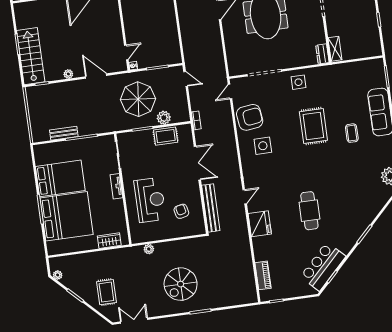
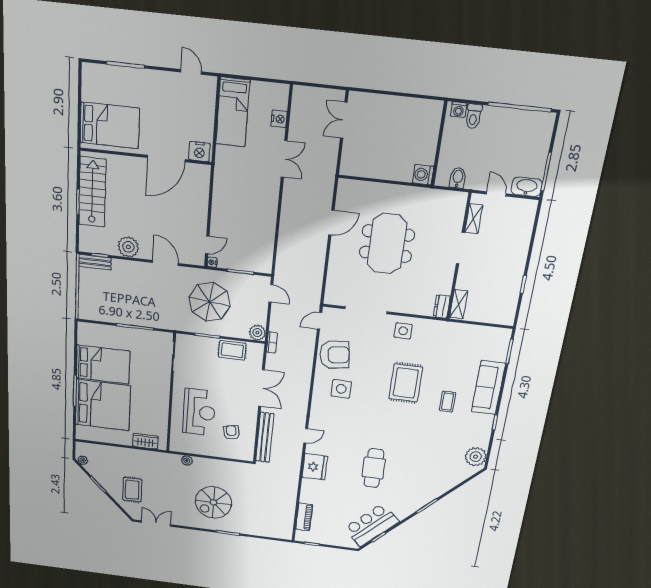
stairs: (31, 56) -> (92, 192), moved
plant: (68, 74) -> (128, 247), width x1.88, depth x1.88
plant: (164, 118) -> (257, 333), moved
bench: (64, 133) -> (95, 262), moved
tv unit: (116, 186) -> (165, 389), removed

